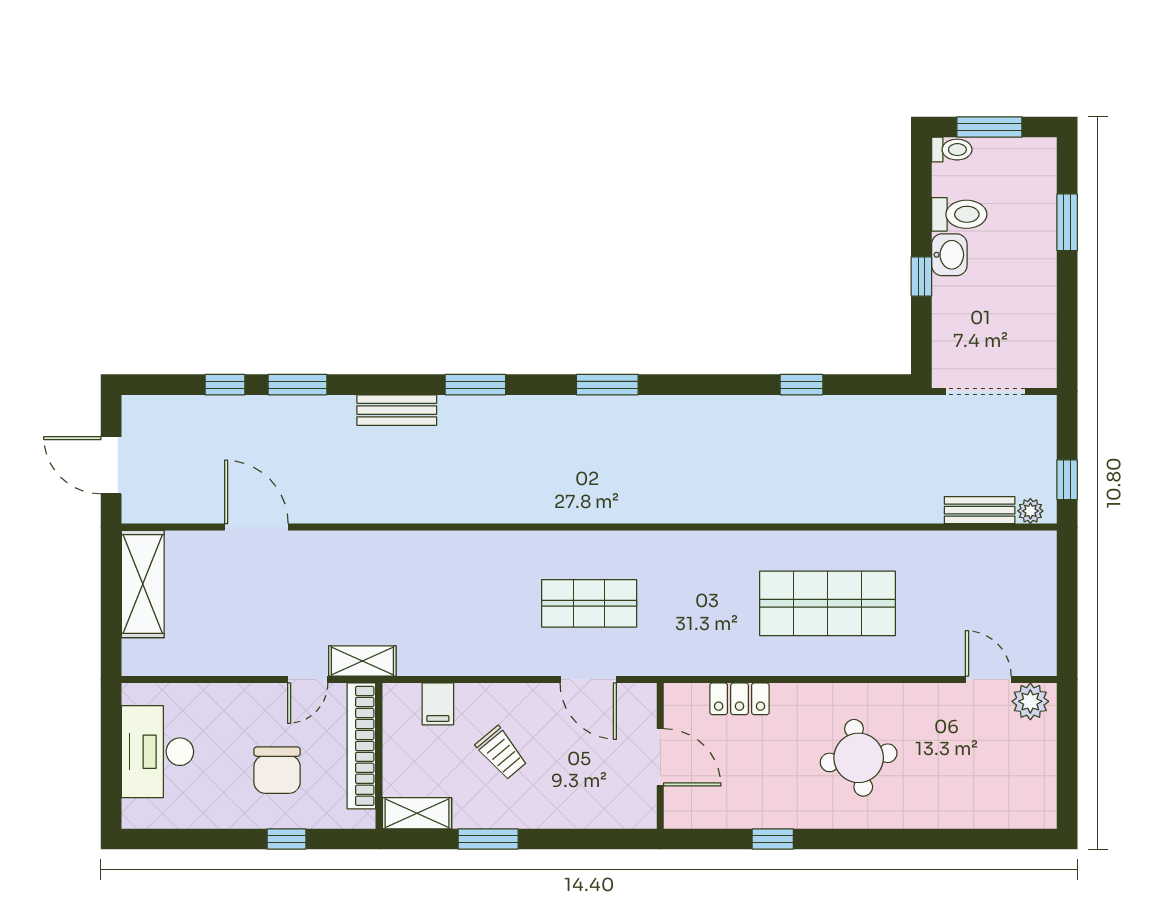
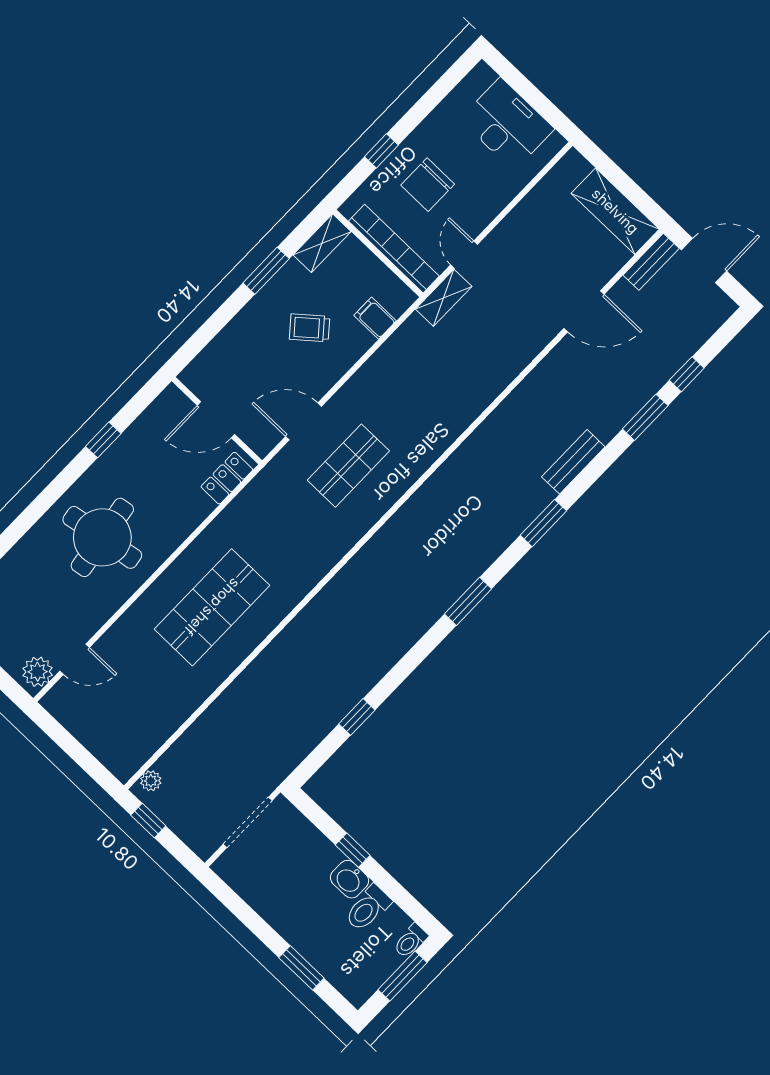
bench: (980, 510) -> (651, 262), moved
locker: (740, 699) -> (227, 478), moved
round table: (859, 758) -> (102, 537), width x1.36, depth x1.36
chair: (277, 770) -> (428, 185), turned -90

